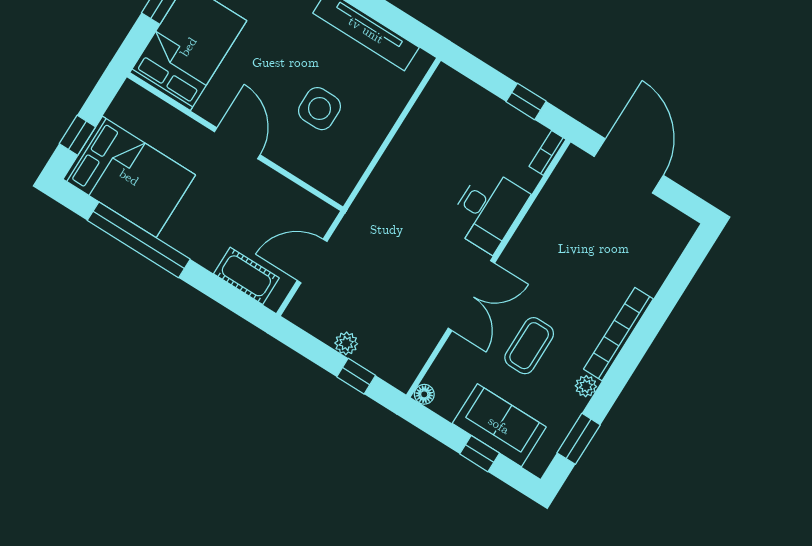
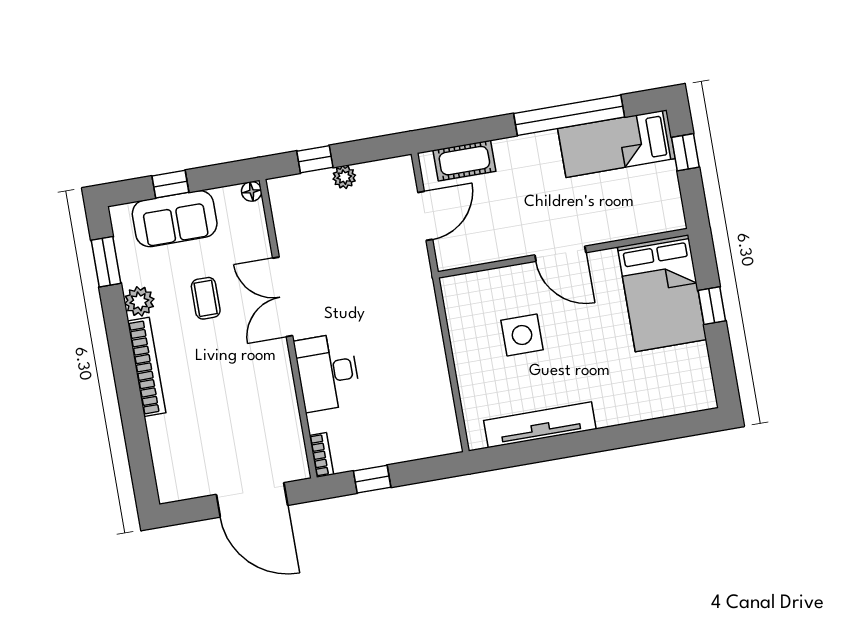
bed: (129, 177) -> (616, 144), width x0.67
coffee table: (529, 346) -> (206, 298), width x0.73, depth x0.77
plant: (586, 386) -> (139, 301), width x1.38, depth x1.38

